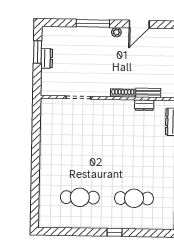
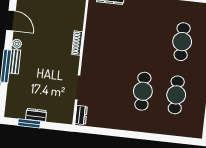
bench: (148, 93) -> (15, 62), moved
dresser: (144, 105) -> (81, 115), moved
cafe table: (80, 163) -> (143, 91), added

